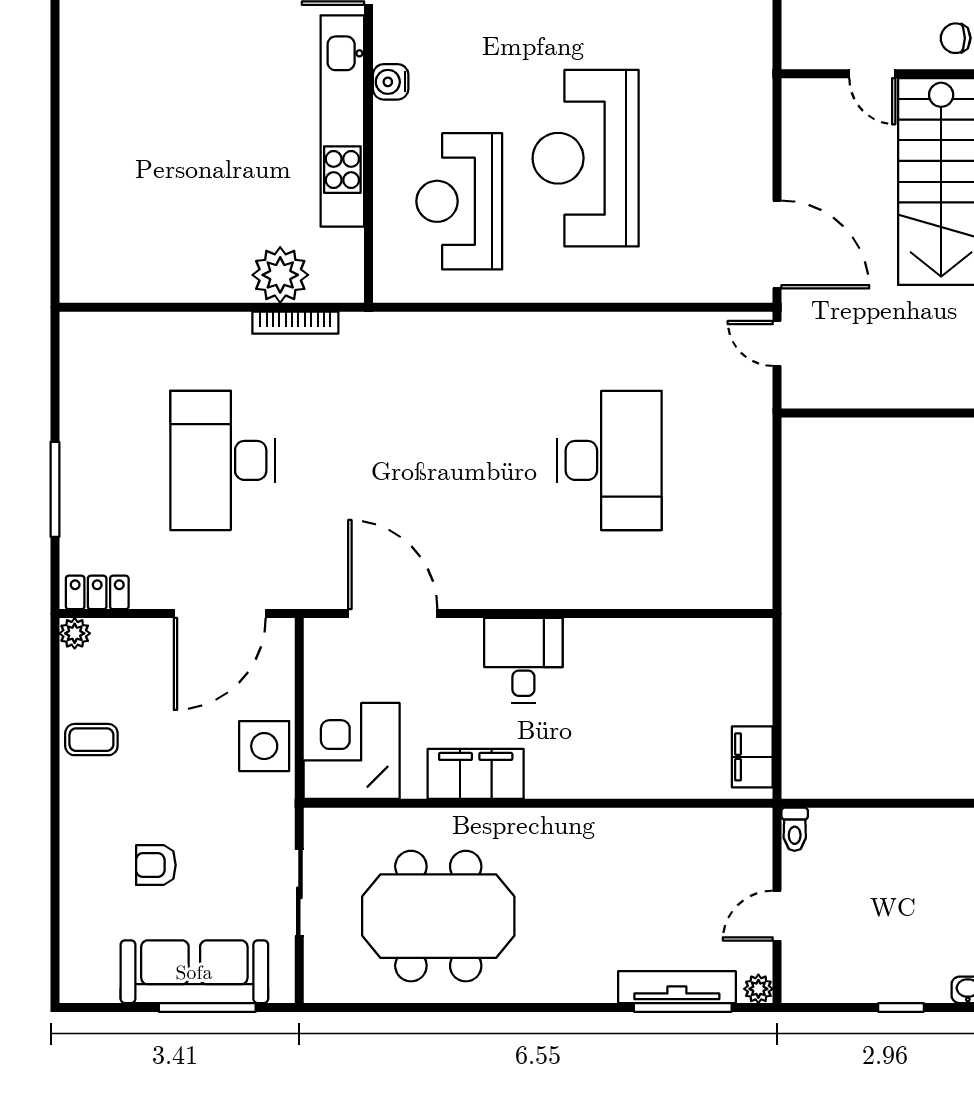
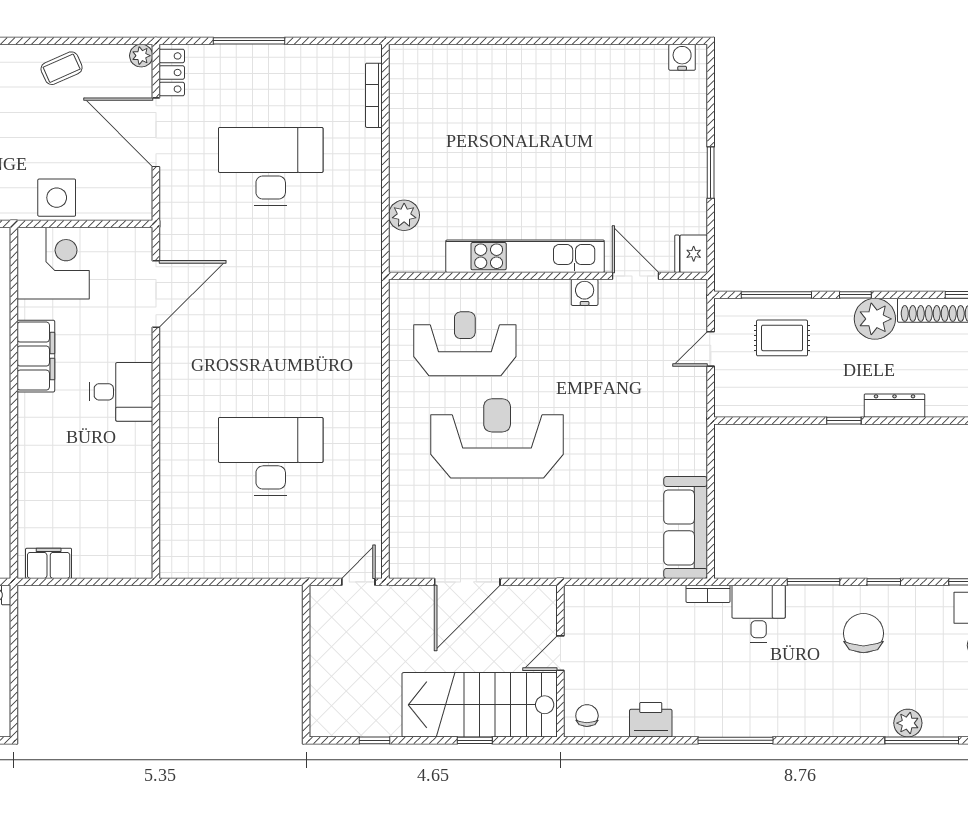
water cooler: (391, 82) -> (585, 292), moved
door: (777, 245) -> (467, 582), moved
plant: (280, 275) -> (404, 215), width x0.73, depth x0.73
bookcase: (295, 323) -> (374, 95), moved
desk: (610, 460) -> (271, 456), turned 180
door: (220, 614) -> (156, 132), moved
coffee table: (91, 740) -> (62, 68), turned 66

